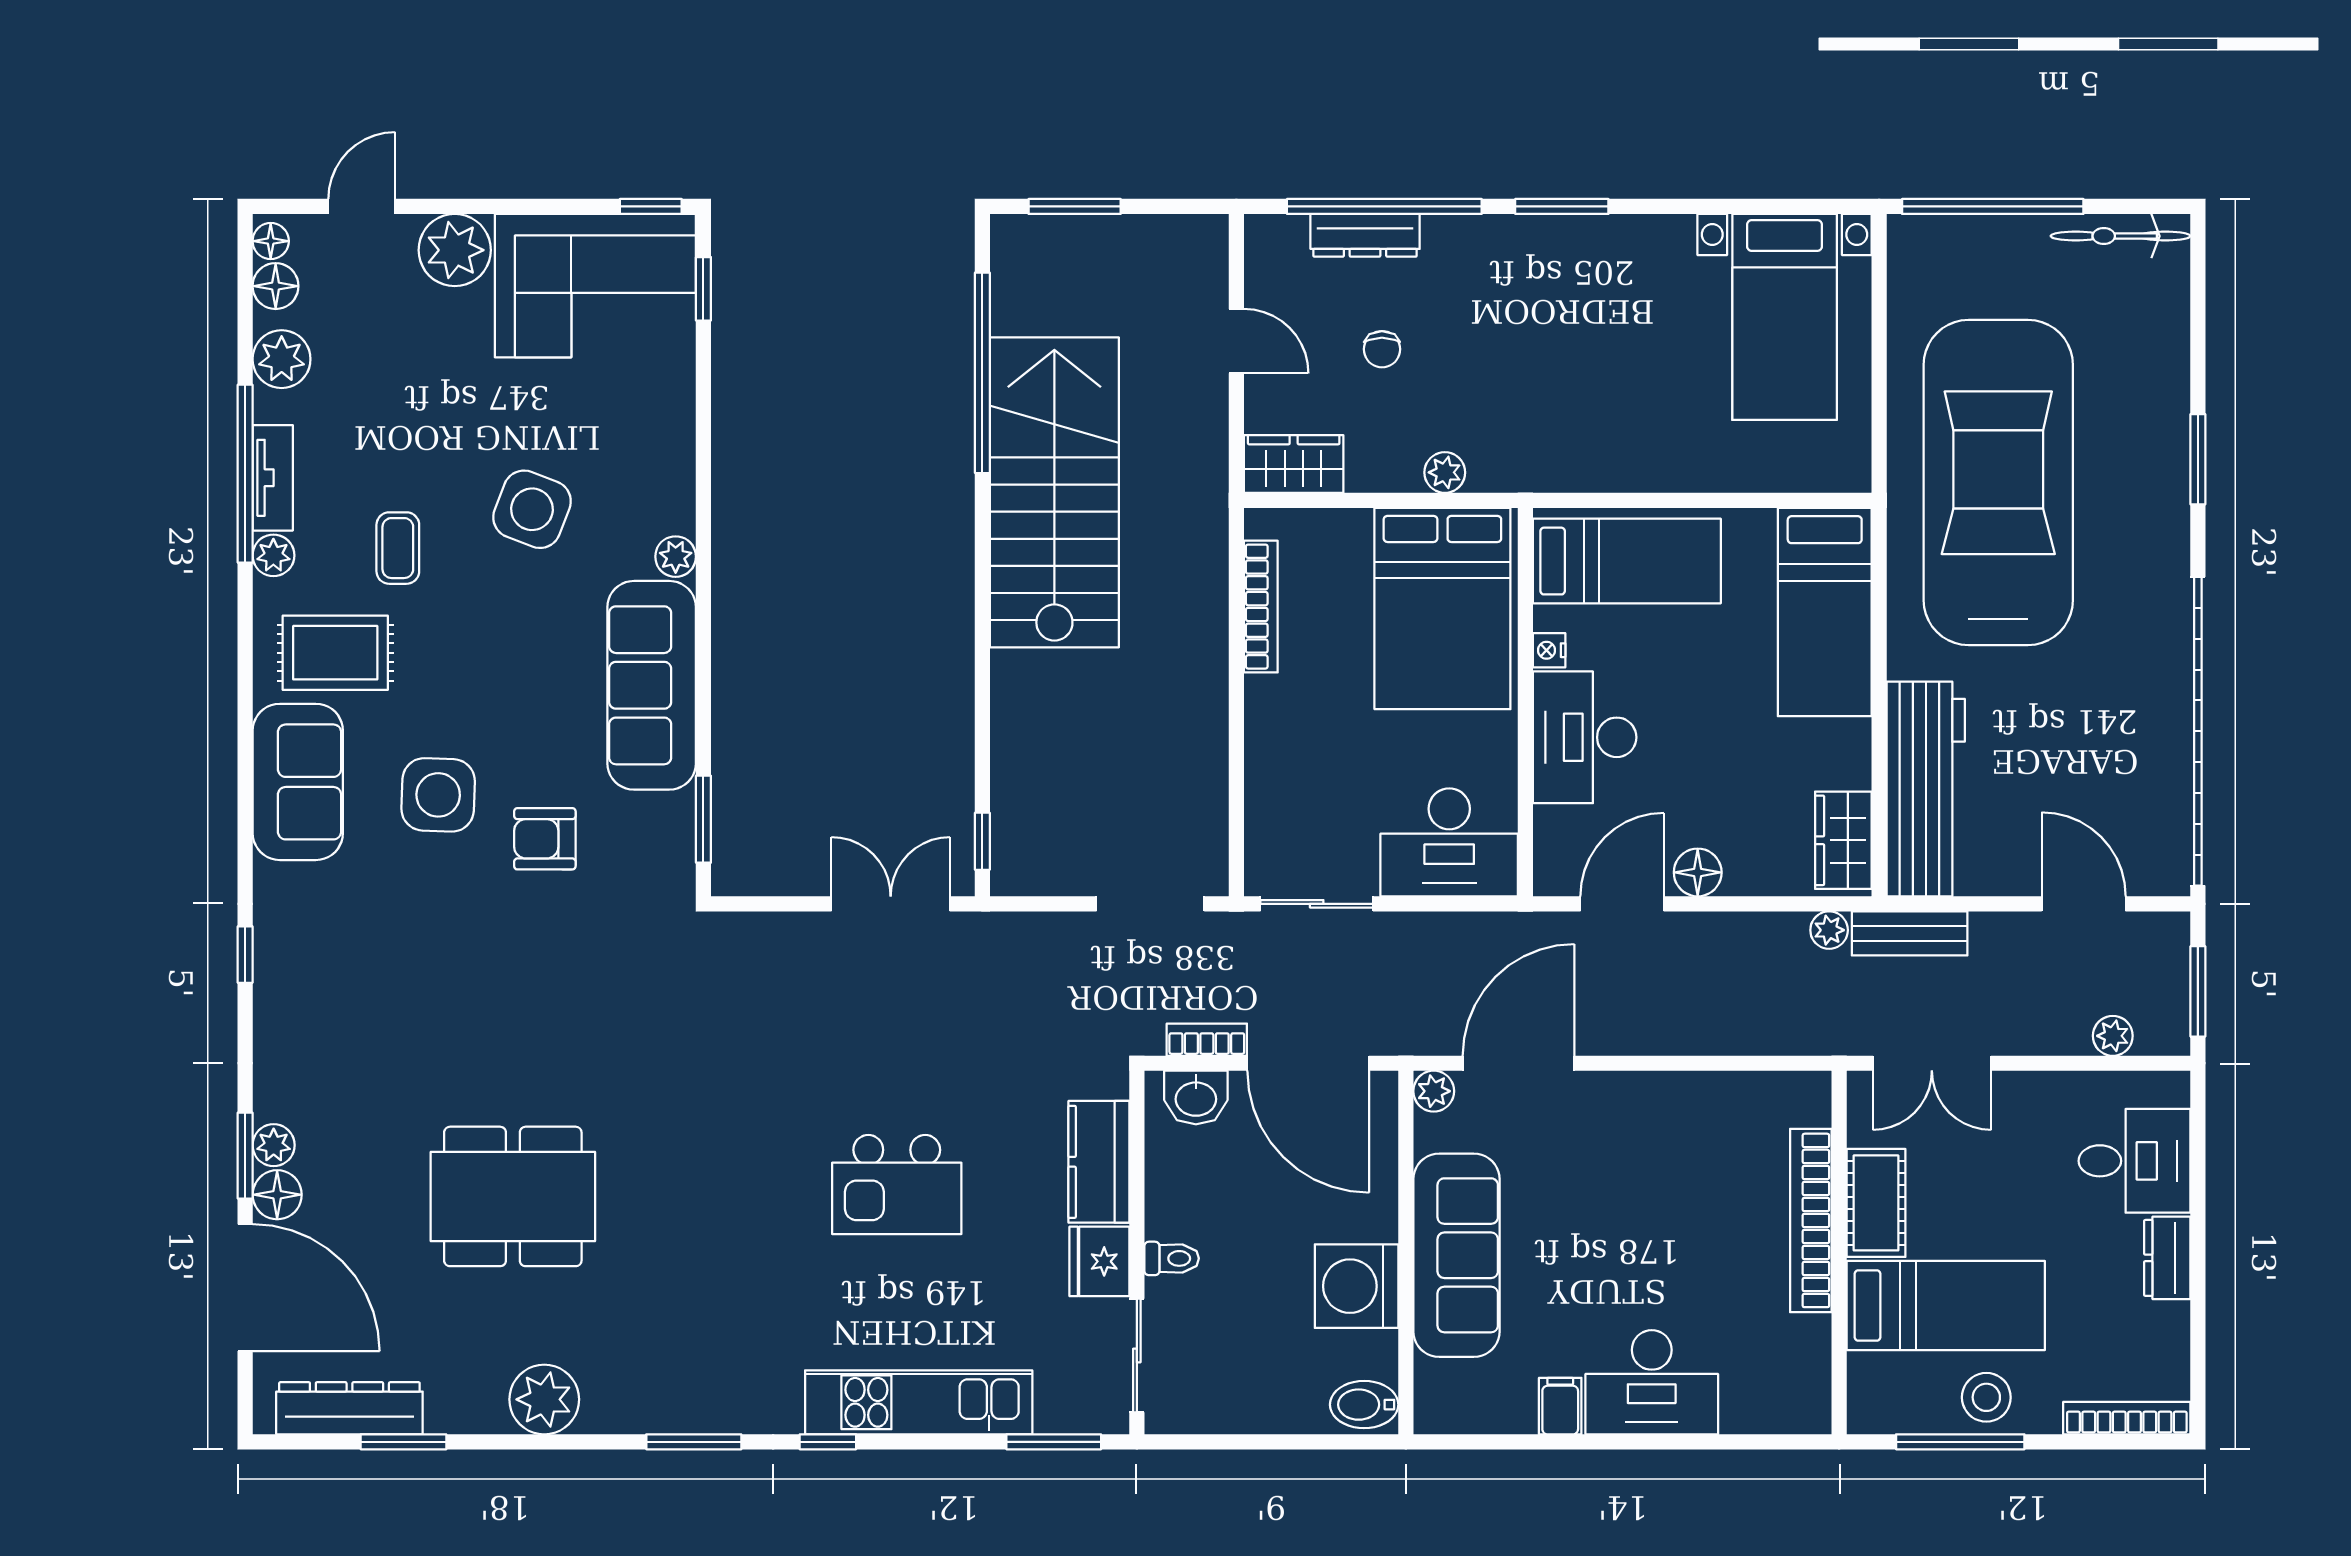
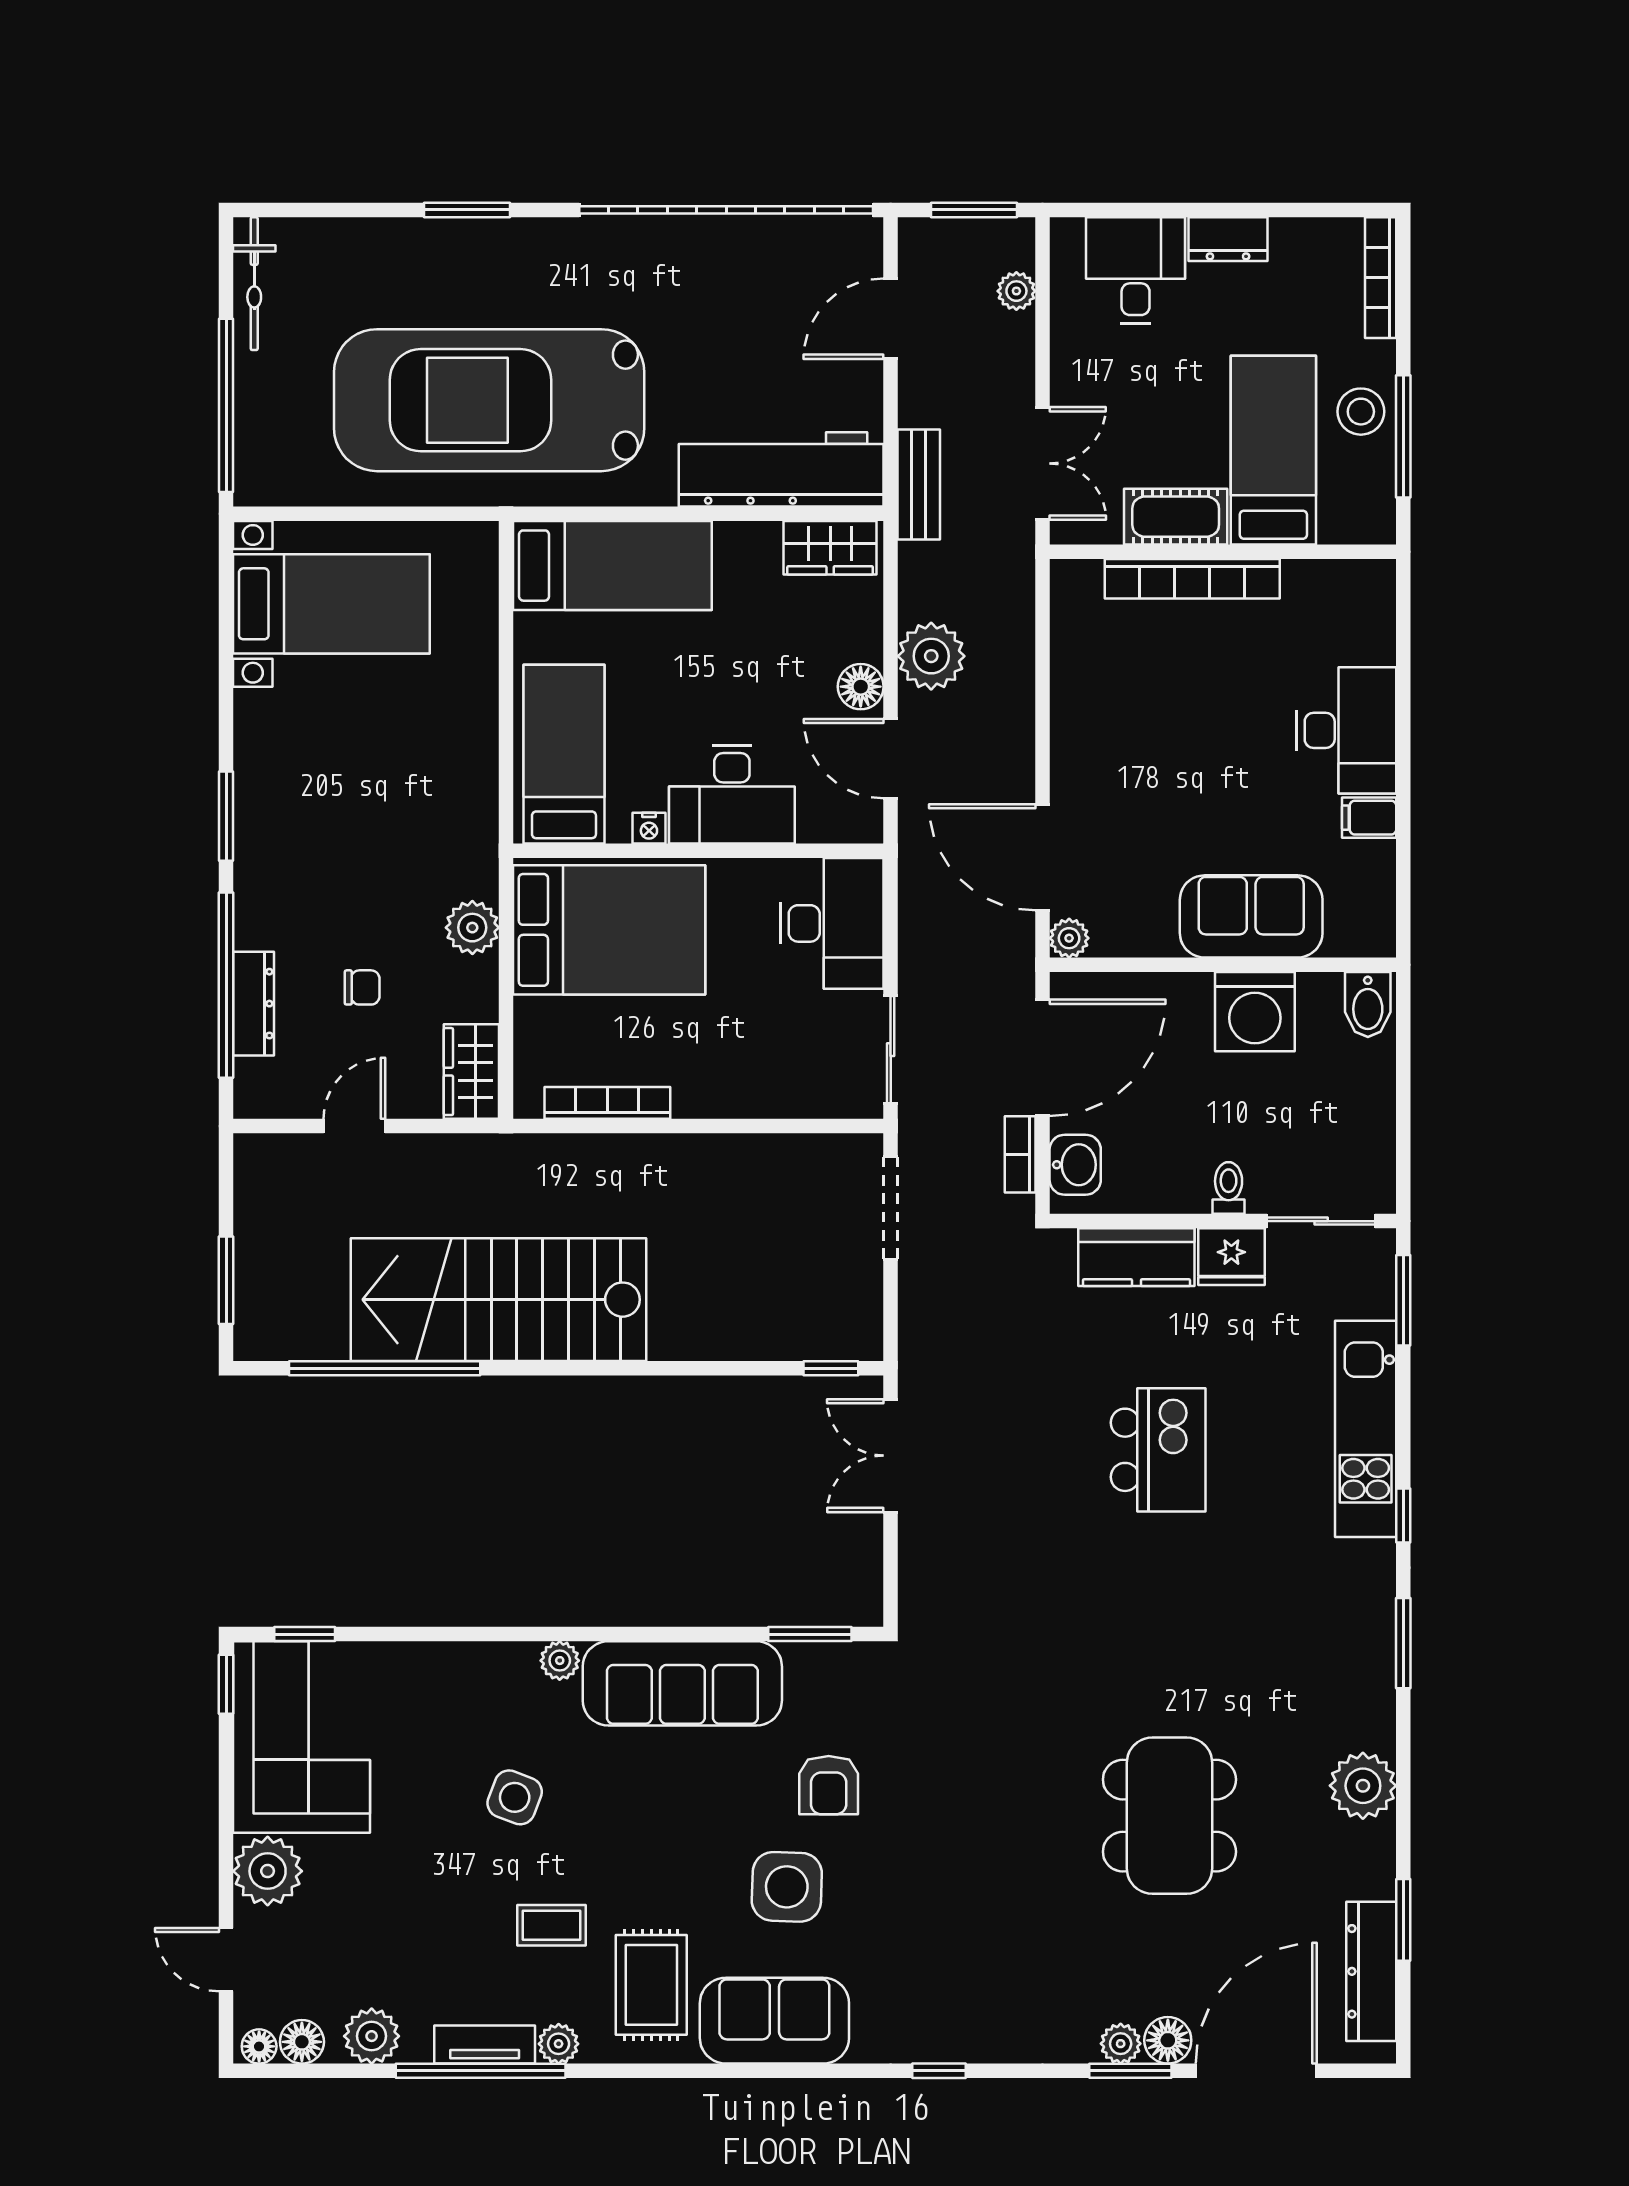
plant: (1445, 472) -> (472, 928), width x1.38, depth x1.38
side table: (532, 509) -> (515, 1797), width x0.73, depth x0.73
plant: (1829, 930) -> (931, 656), moved, width x1.87, depth x1.87
sofa: (1456, 1255) -> (1251, 916), width x0.73

